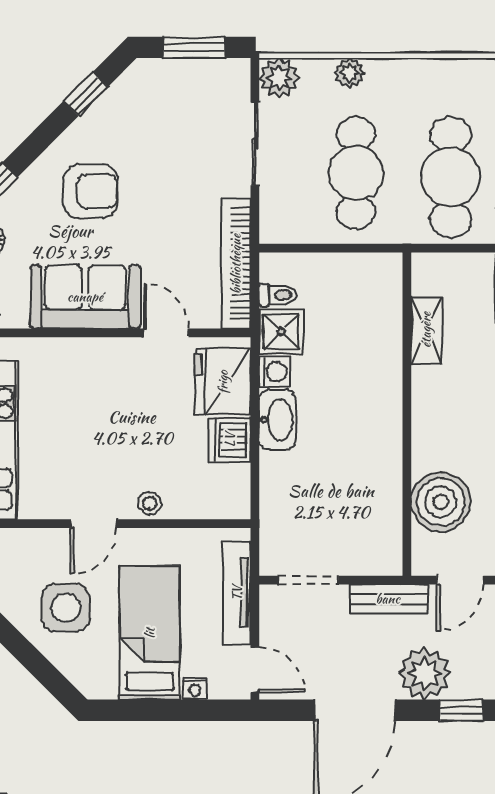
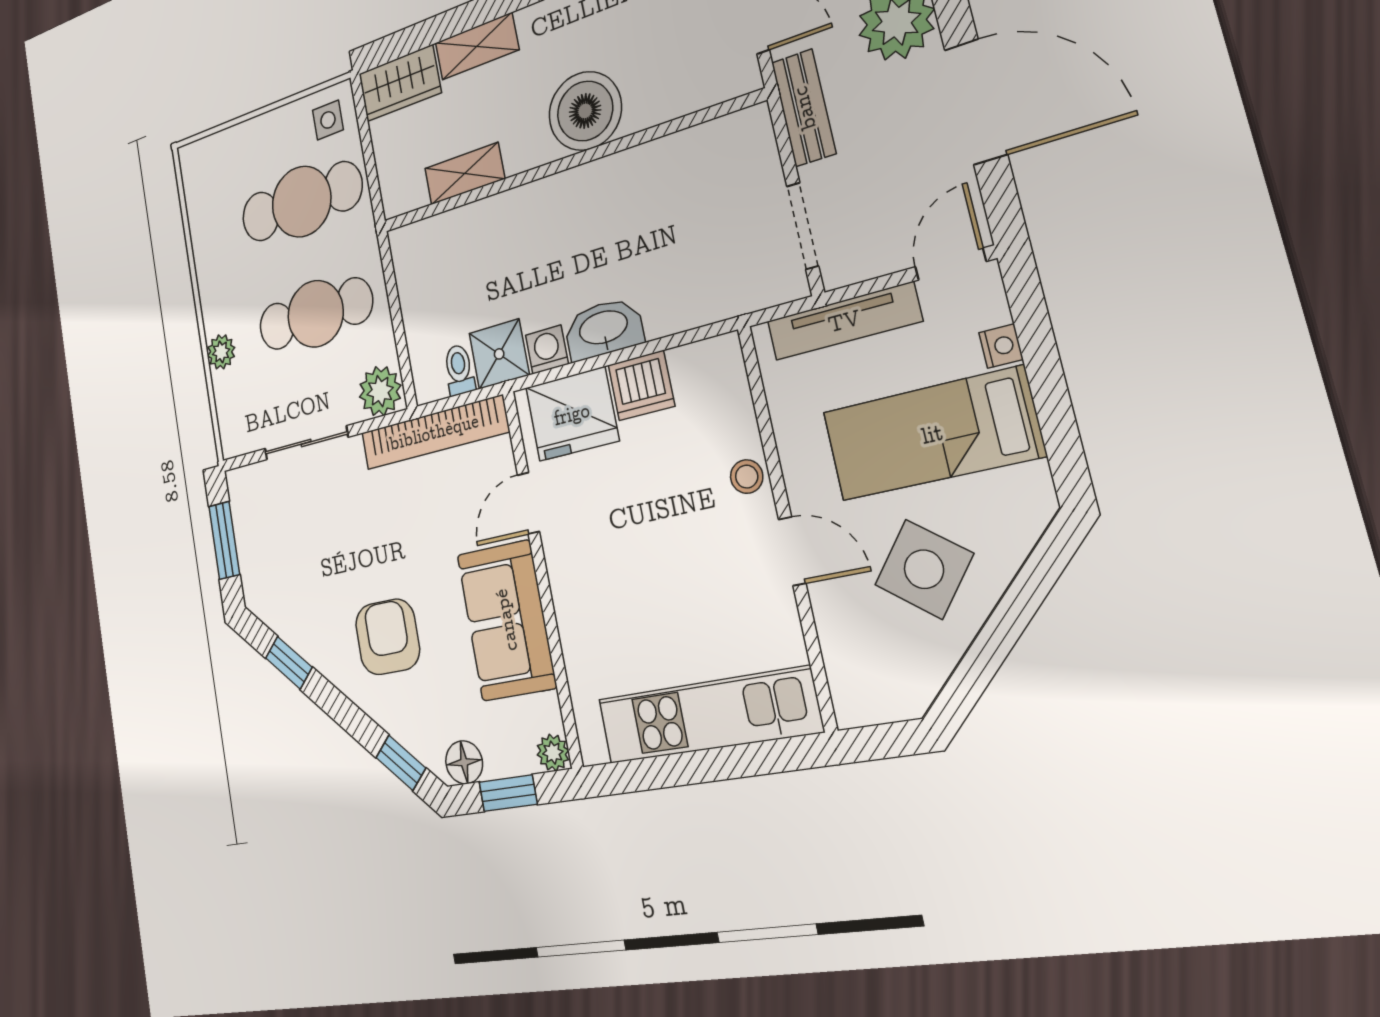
plant: (279, 78) -> (380, 391), moved
boiler: (441, 502) -> (585, 111), moved
side table: (66, 608) -> (924, 569), turned 38

